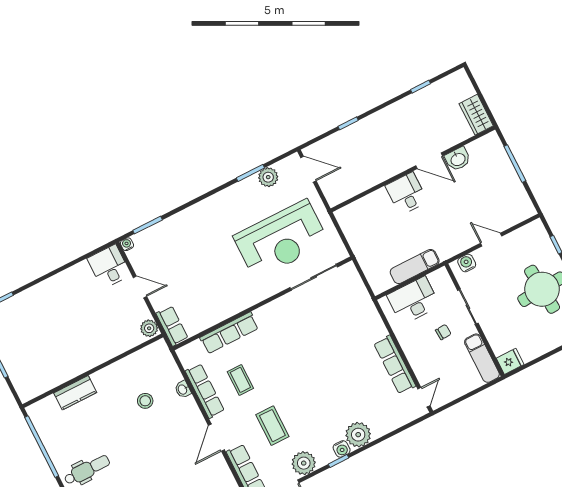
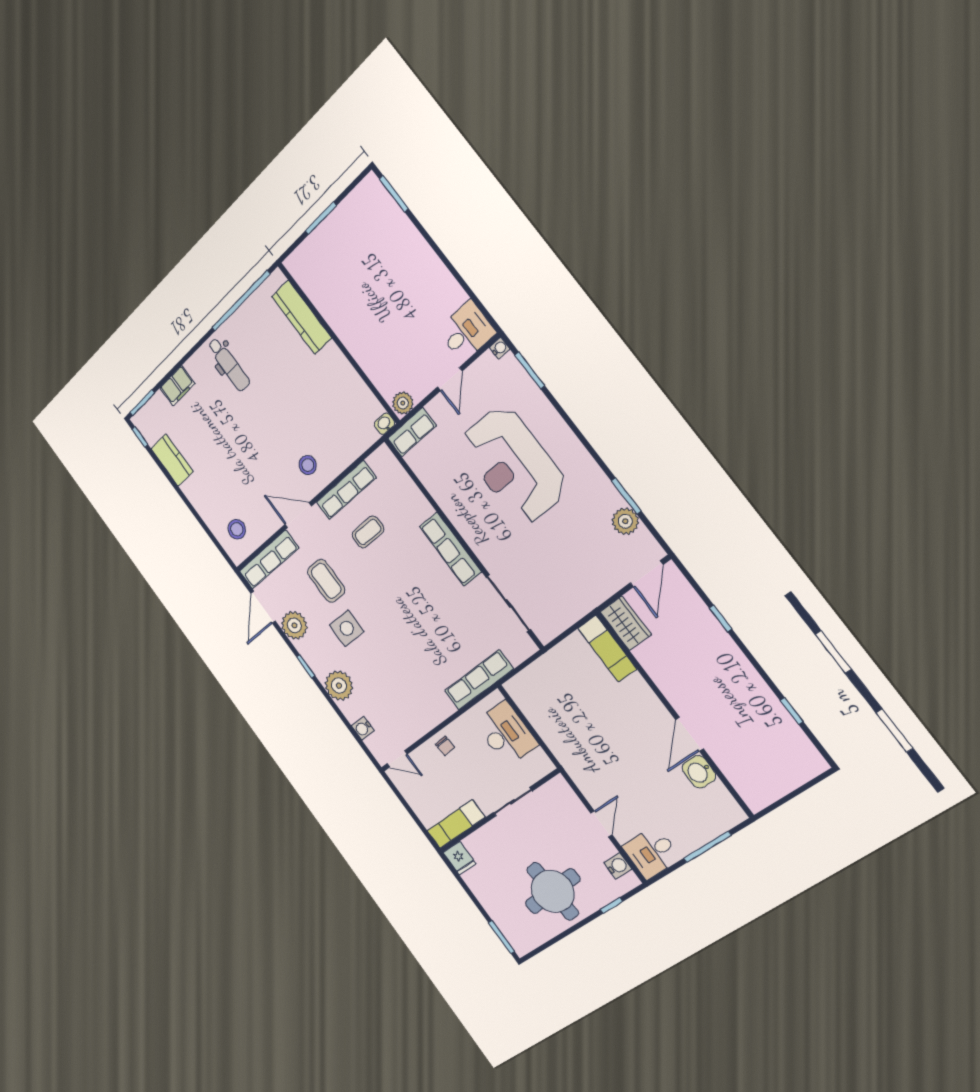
wardrobe: (476, 115) -> (626, 623), moved, turned 90
desk: (406, 194) -> (652, 852), moved, turned 180
reception desk: (281, 239) -> (513, 465), moved
water cooler: (467, 263) -> (618, 866), moved
exam couch: (415, 266) -> (607, 649), moved, turned 180
chair: (443, 332) -> (445, 746), moved
row of seats: (229, 333) -> (450, 549), moved
row of seats: (395, 365) -> (479, 680), moved
washbasin: (183, 389) -> (384, 424), moved
kitchen counter: (75, 393) -> (302, 317), width x1.50
stool: (145, 401) -> (308, 465), moved
side table: (313, 417) -> (347, 628), added
coffee table: (272, 426) -> (326, 581), turned 90
water cooler: (342, 449) -> (363, 728), moved

